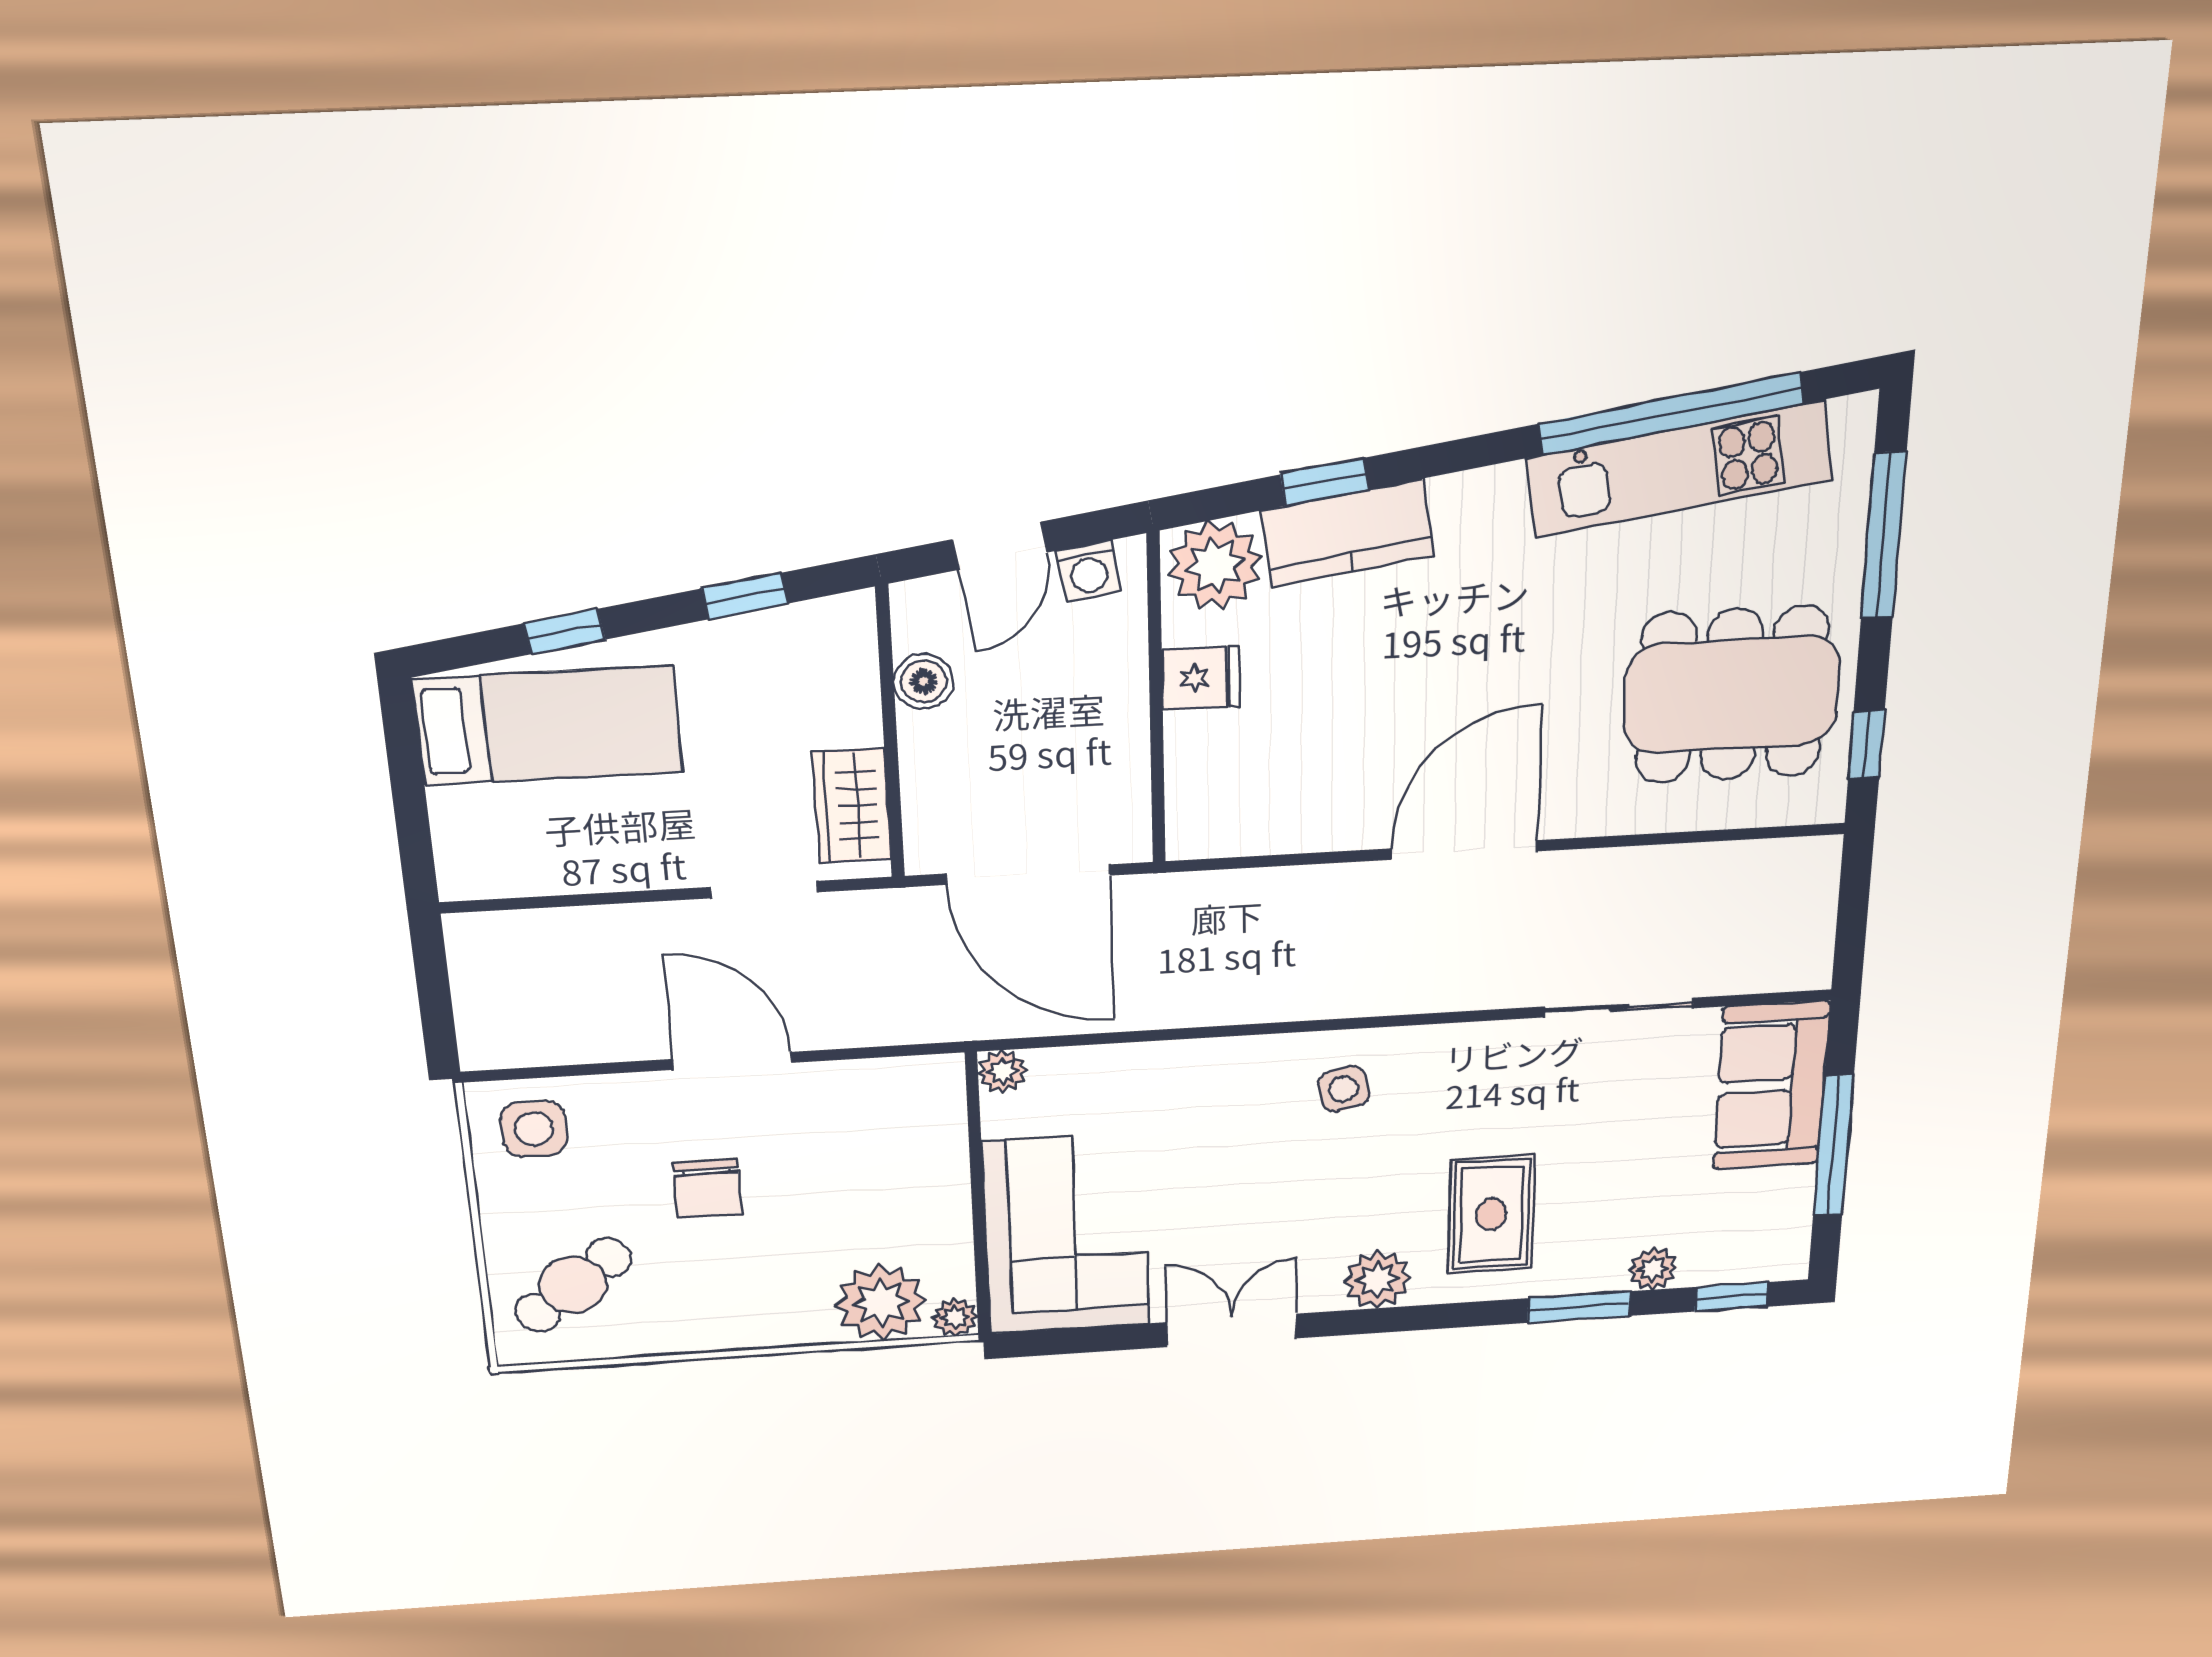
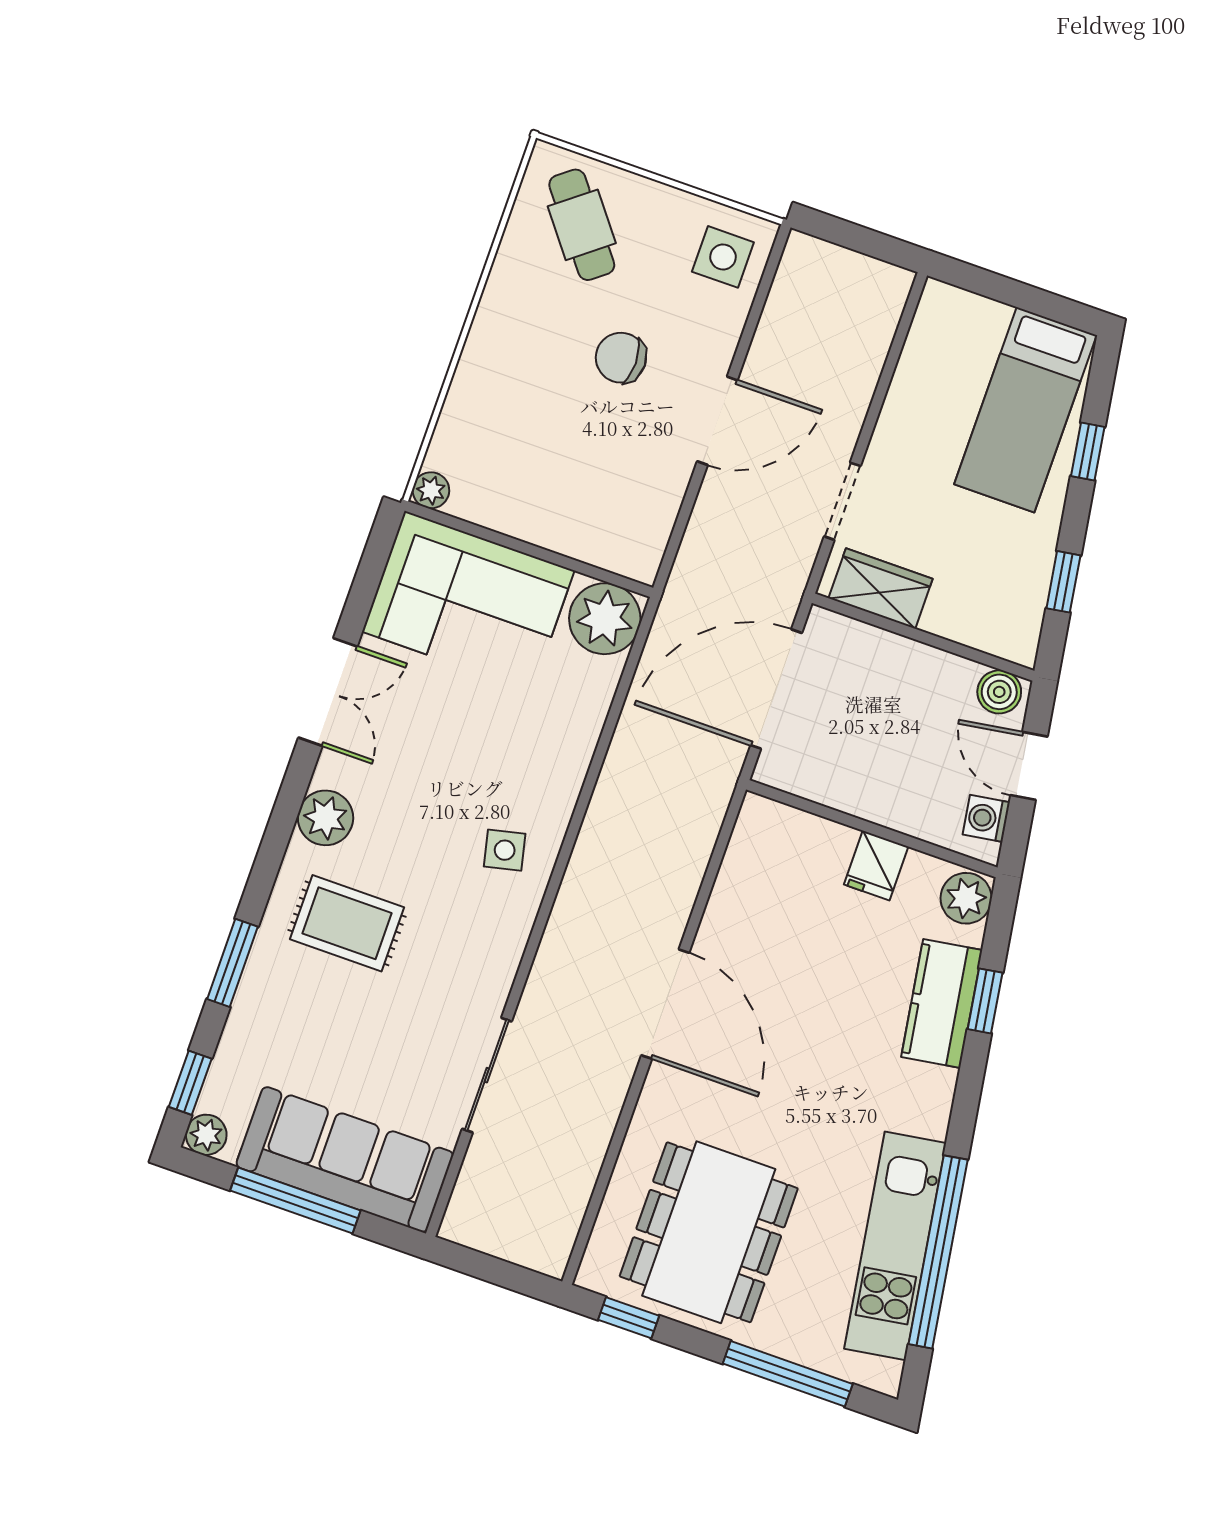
plant: (1215, 565) -> (966, 898), width x0.73, depth x0.73
boiler: (923, 681) -> (999, 692), moved
plant: (1002, 1072) -> (605, 619), width x1.87, depth x1.87
sofa: (1771, 1086) -> (345, 1160), width x1.36
plant: (1653, 1269) -> (206, 1135), moved
plant: (881, 1303) -> (468, 441), removed

